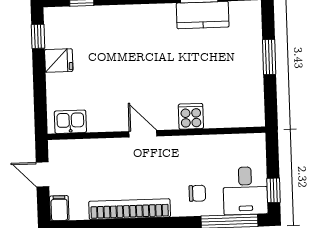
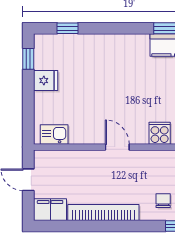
chair: (197, 193) -> (163, 201), turned -90
filing cabinet: (59, 208) -> (50, 210), width x2.00

